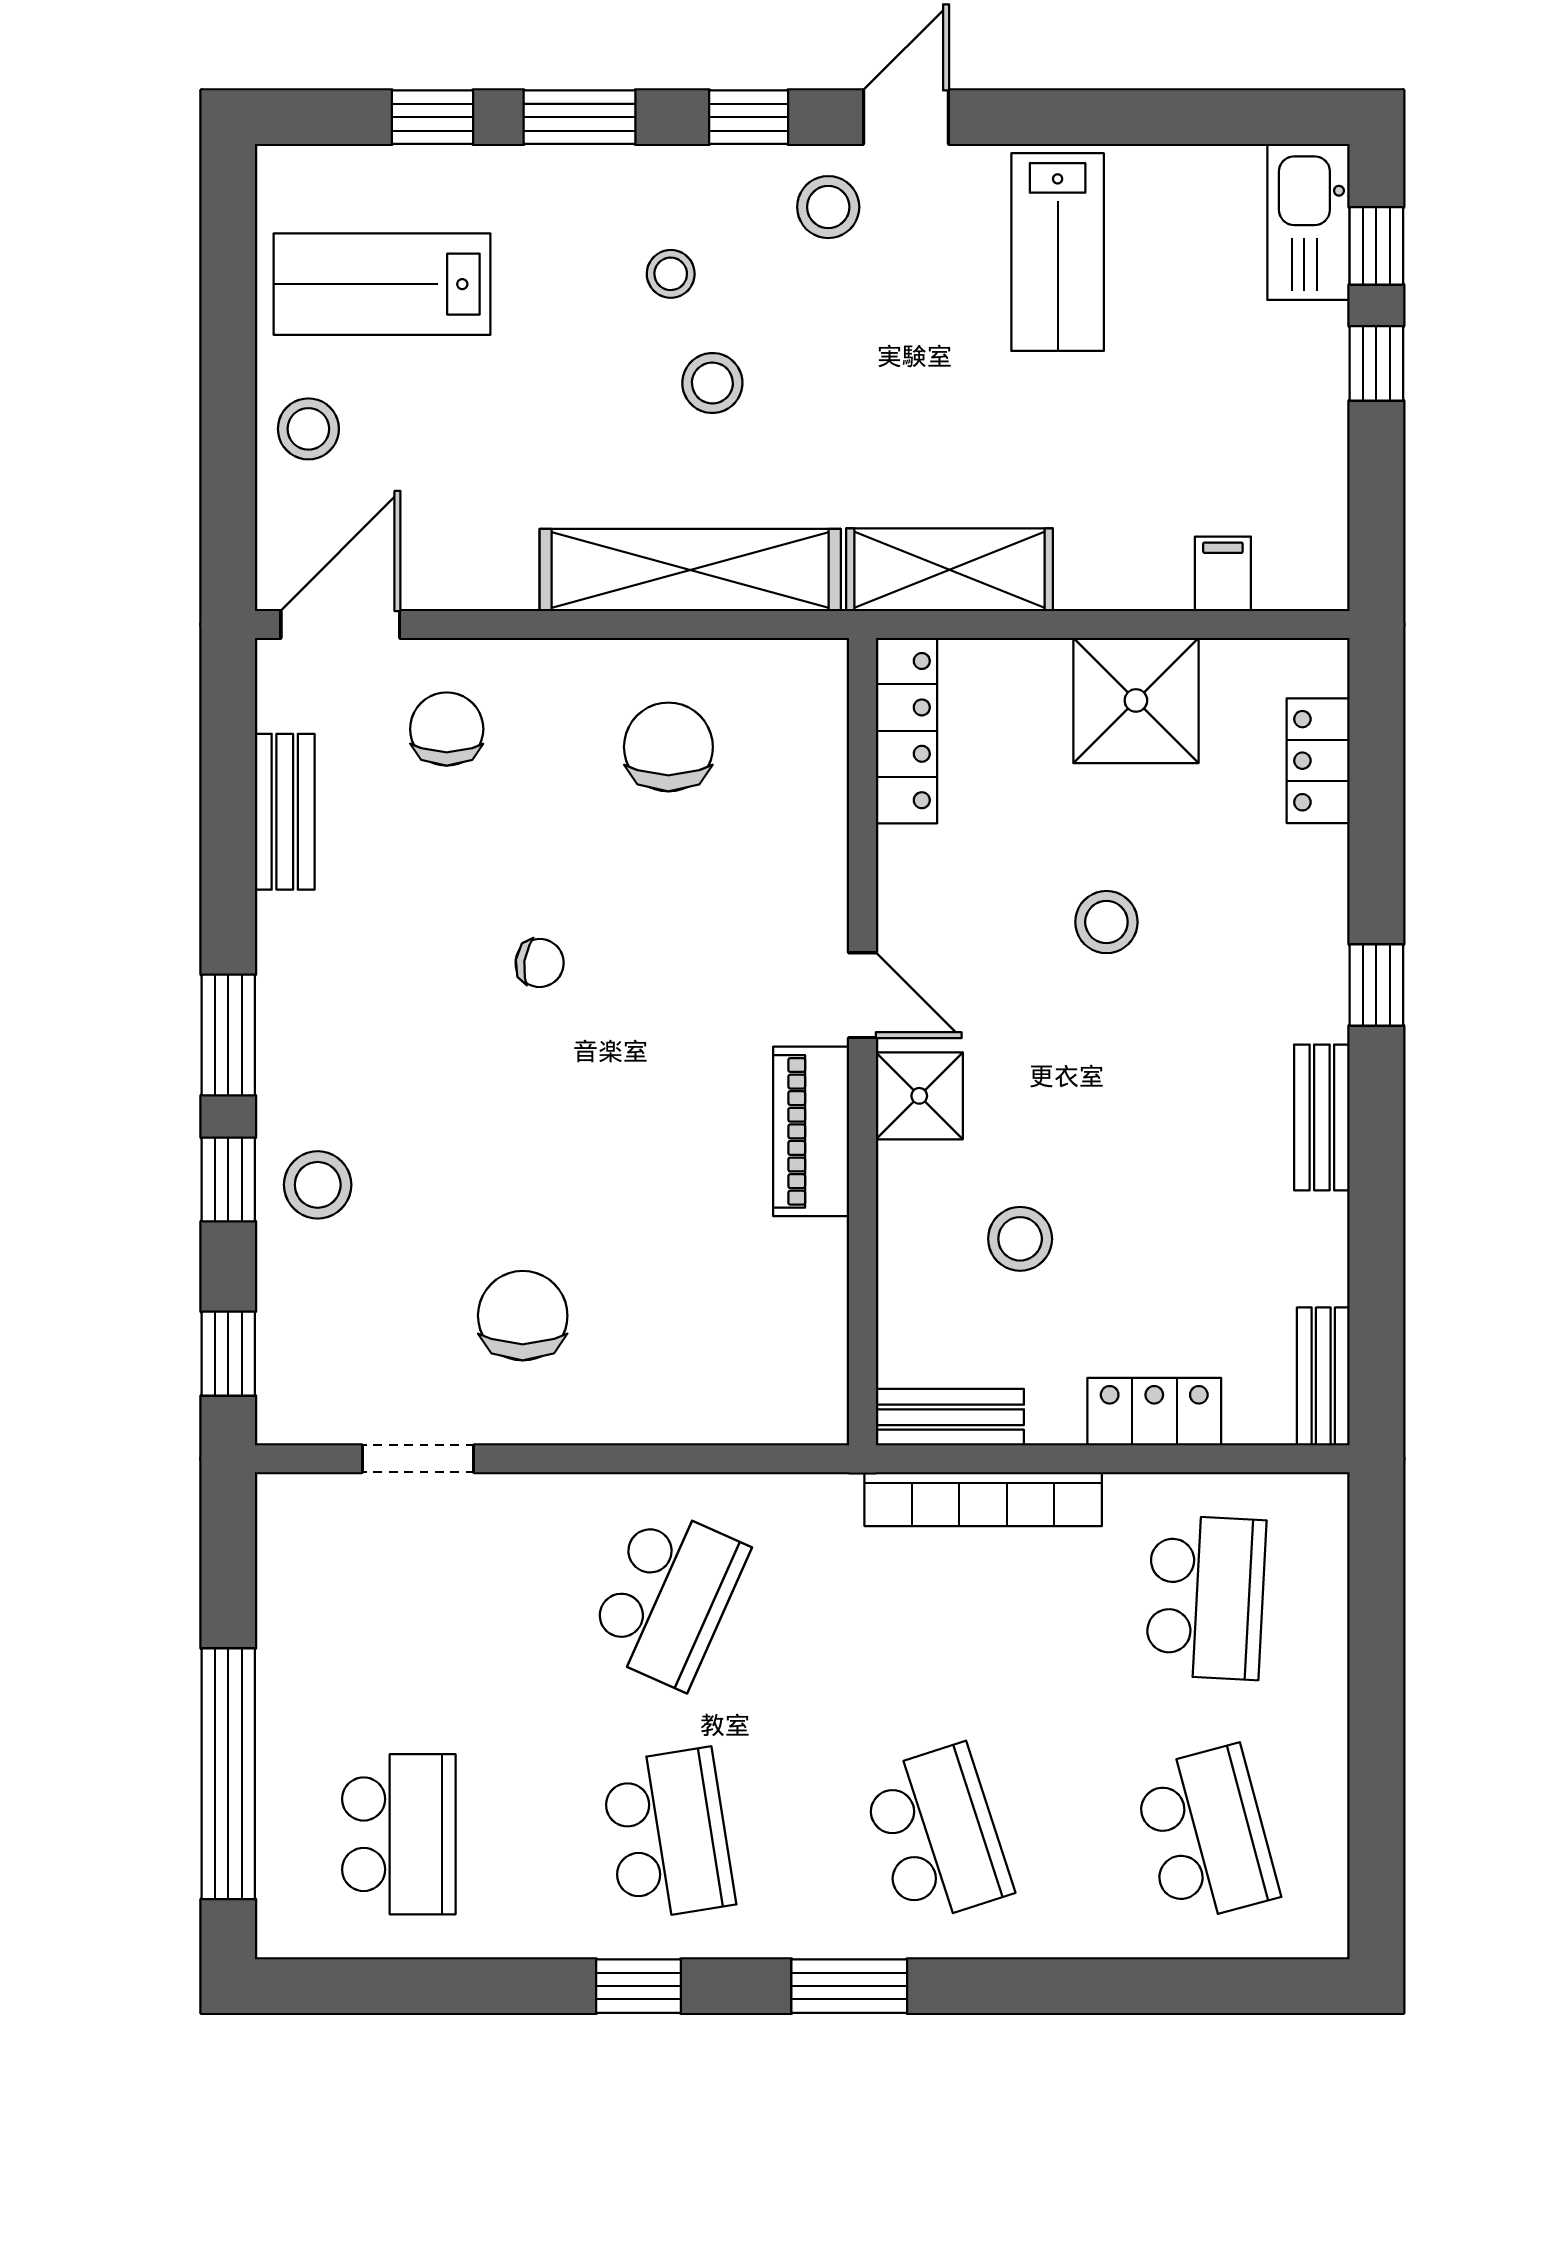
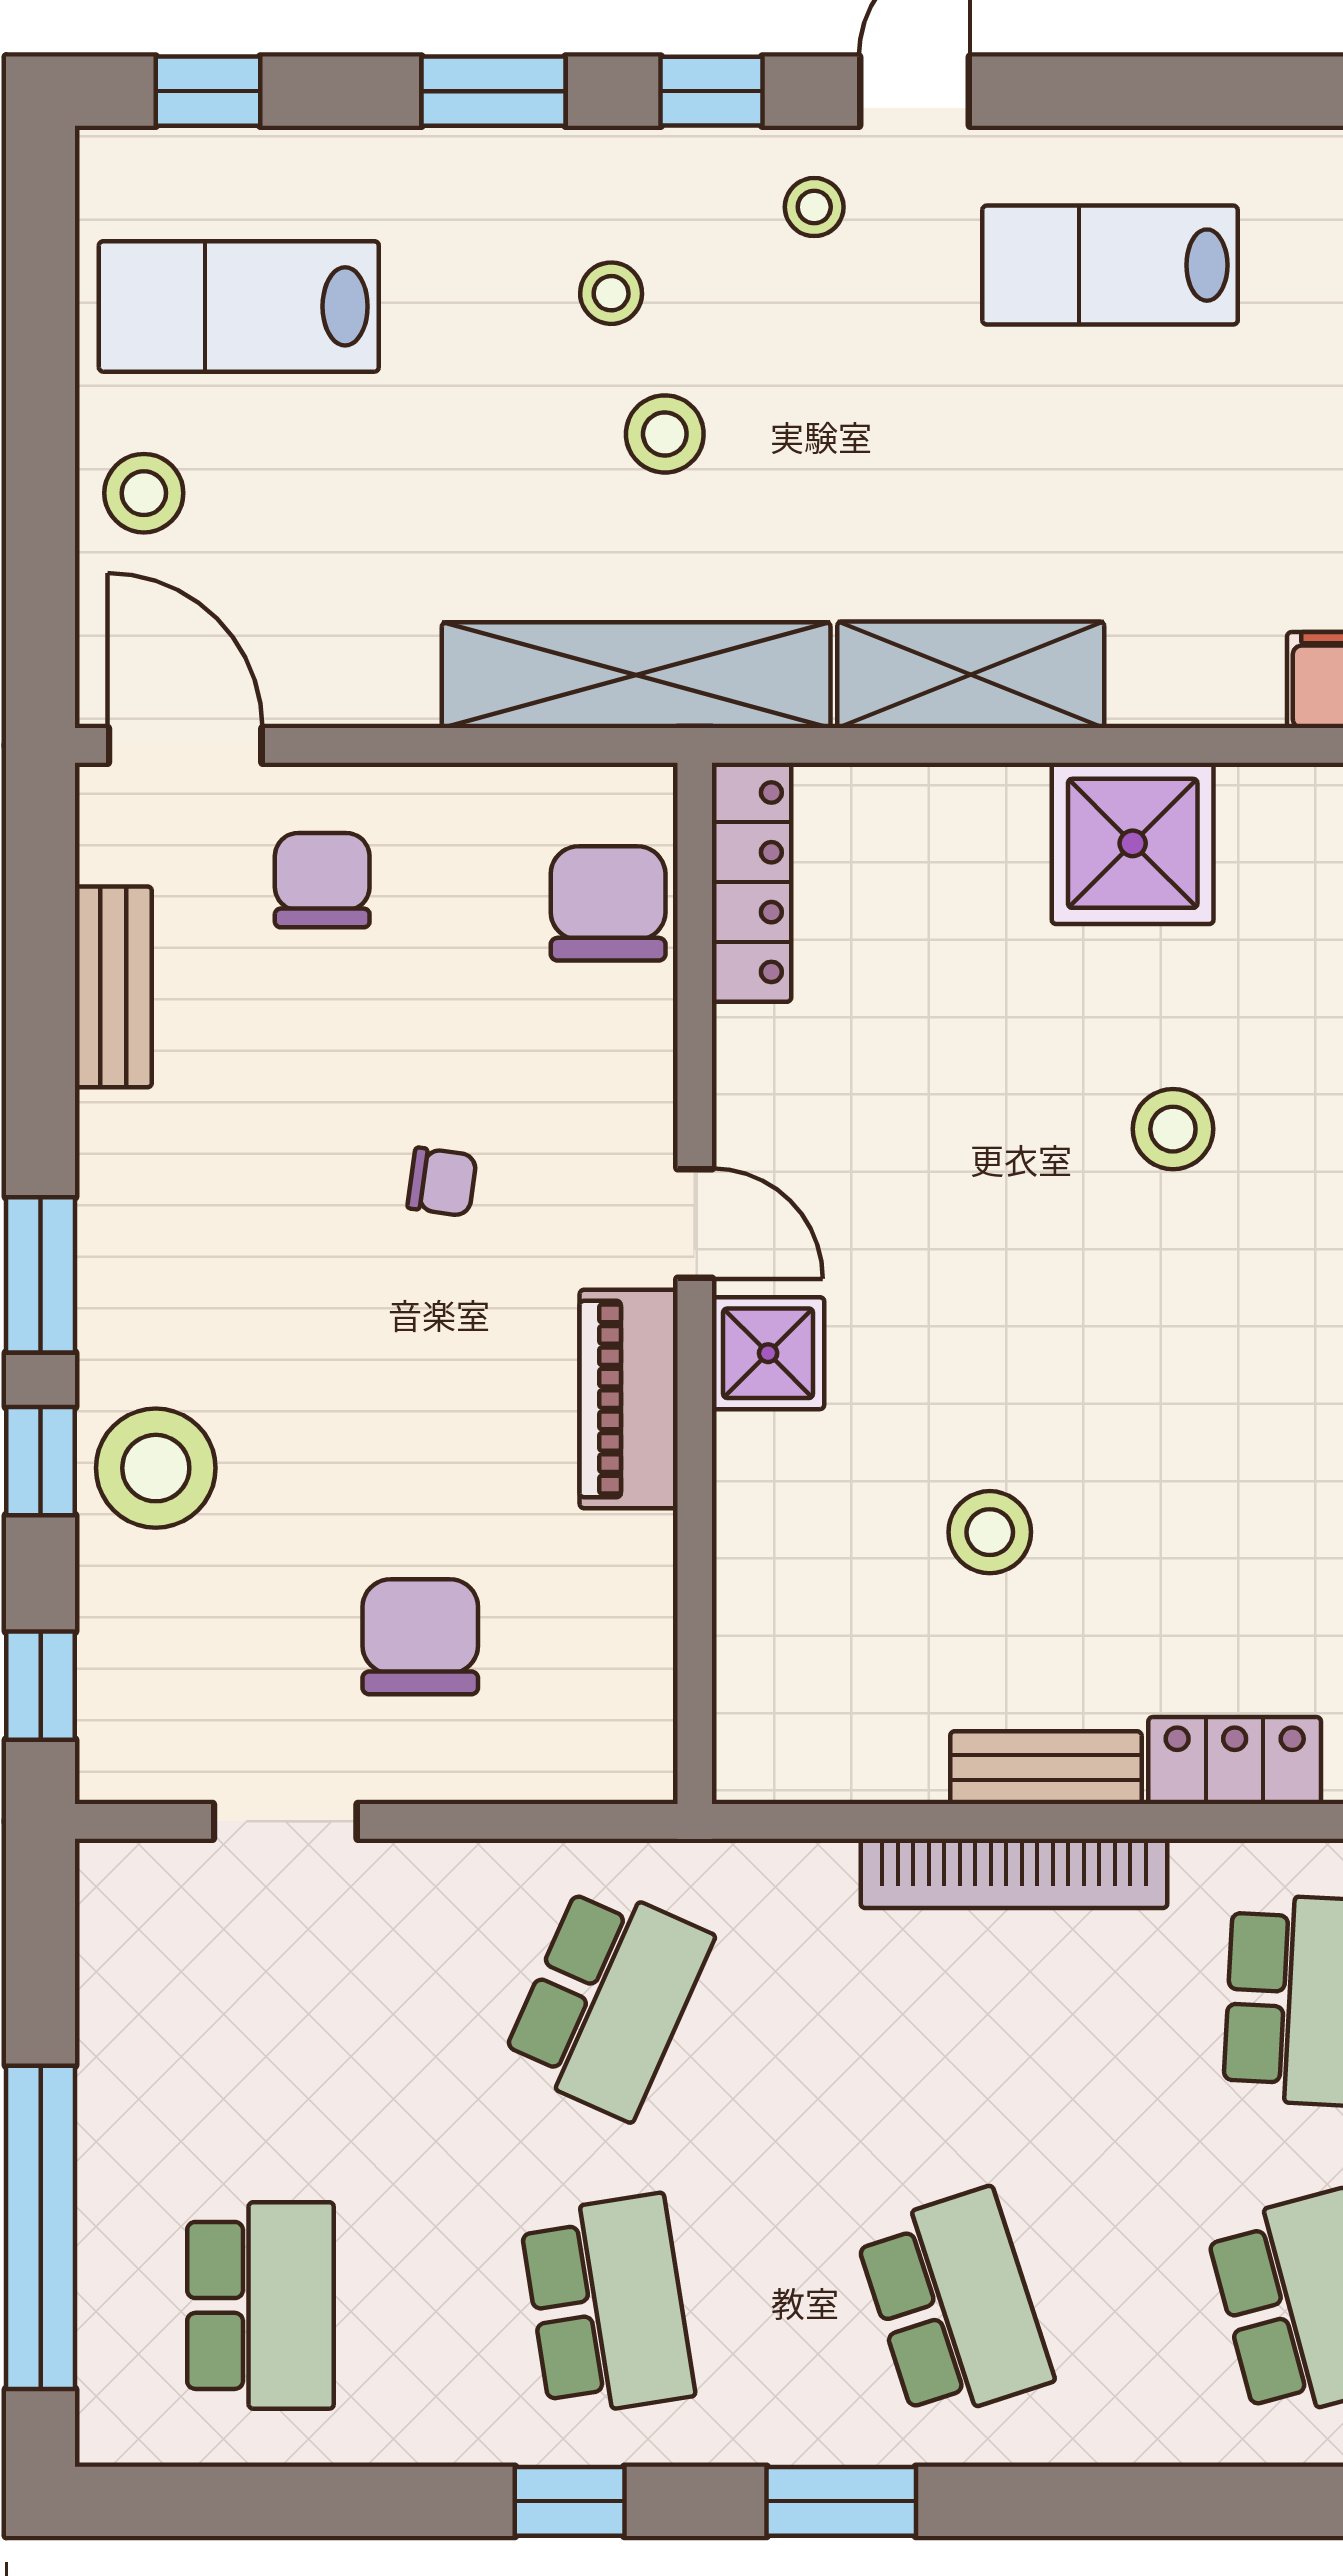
window: (432, 117) -> (208, 91), moved
stool: (828, 207) -> (814, 207), width x0.73, depth x0.73
lab bench: (1058, 252) -> (1110, 265), turned 90
door: (340, 624) -> (185, 745), hinge flipped
shower: (1136, 700) -> (1133, 843), moved
locker: (906, 731) -> (752, 882), moved
door: (862, 995) -> (695, 1224), moved
wall: (862, 1042) -> (695, 1283), moved
shower: (919, 1096) -> (768, 1353), moved
piano: (811, 1131) -> (629, 1399), moved
stool: (318, 1185) -> (156, 1468), width x1.38, depth x1.38
stool: (1020, 1239) -> (990, 1532), moved
bench: (950, 1417) -> (1046, 1768), moved

